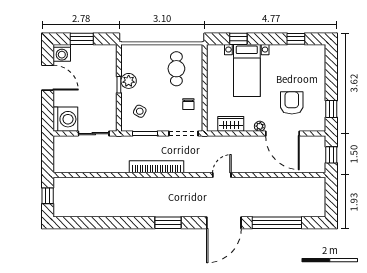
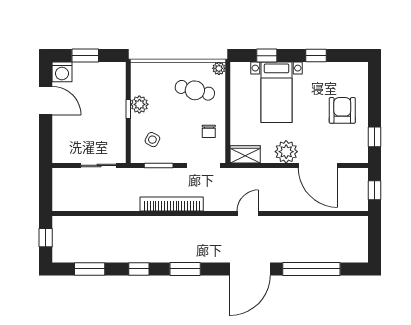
window: (296, 39) -> (316, 56), moved
plant: (197, 50) -> (219, 68), added
cafe table: (176, 69) -> (195, 90), turned -76
armchair: (292, 103) -> (342, 110), moved
washing machine: (65, 119) -> (66, 149), removed
wardrobe: (231, 124) -> (245, 154), moved
plant: (260, 126) -> (286, 152), width x1.88, depth x1.88
window: (86, 223) -> (90, 269), added
window: (128, 223) -> (139, 269), added

